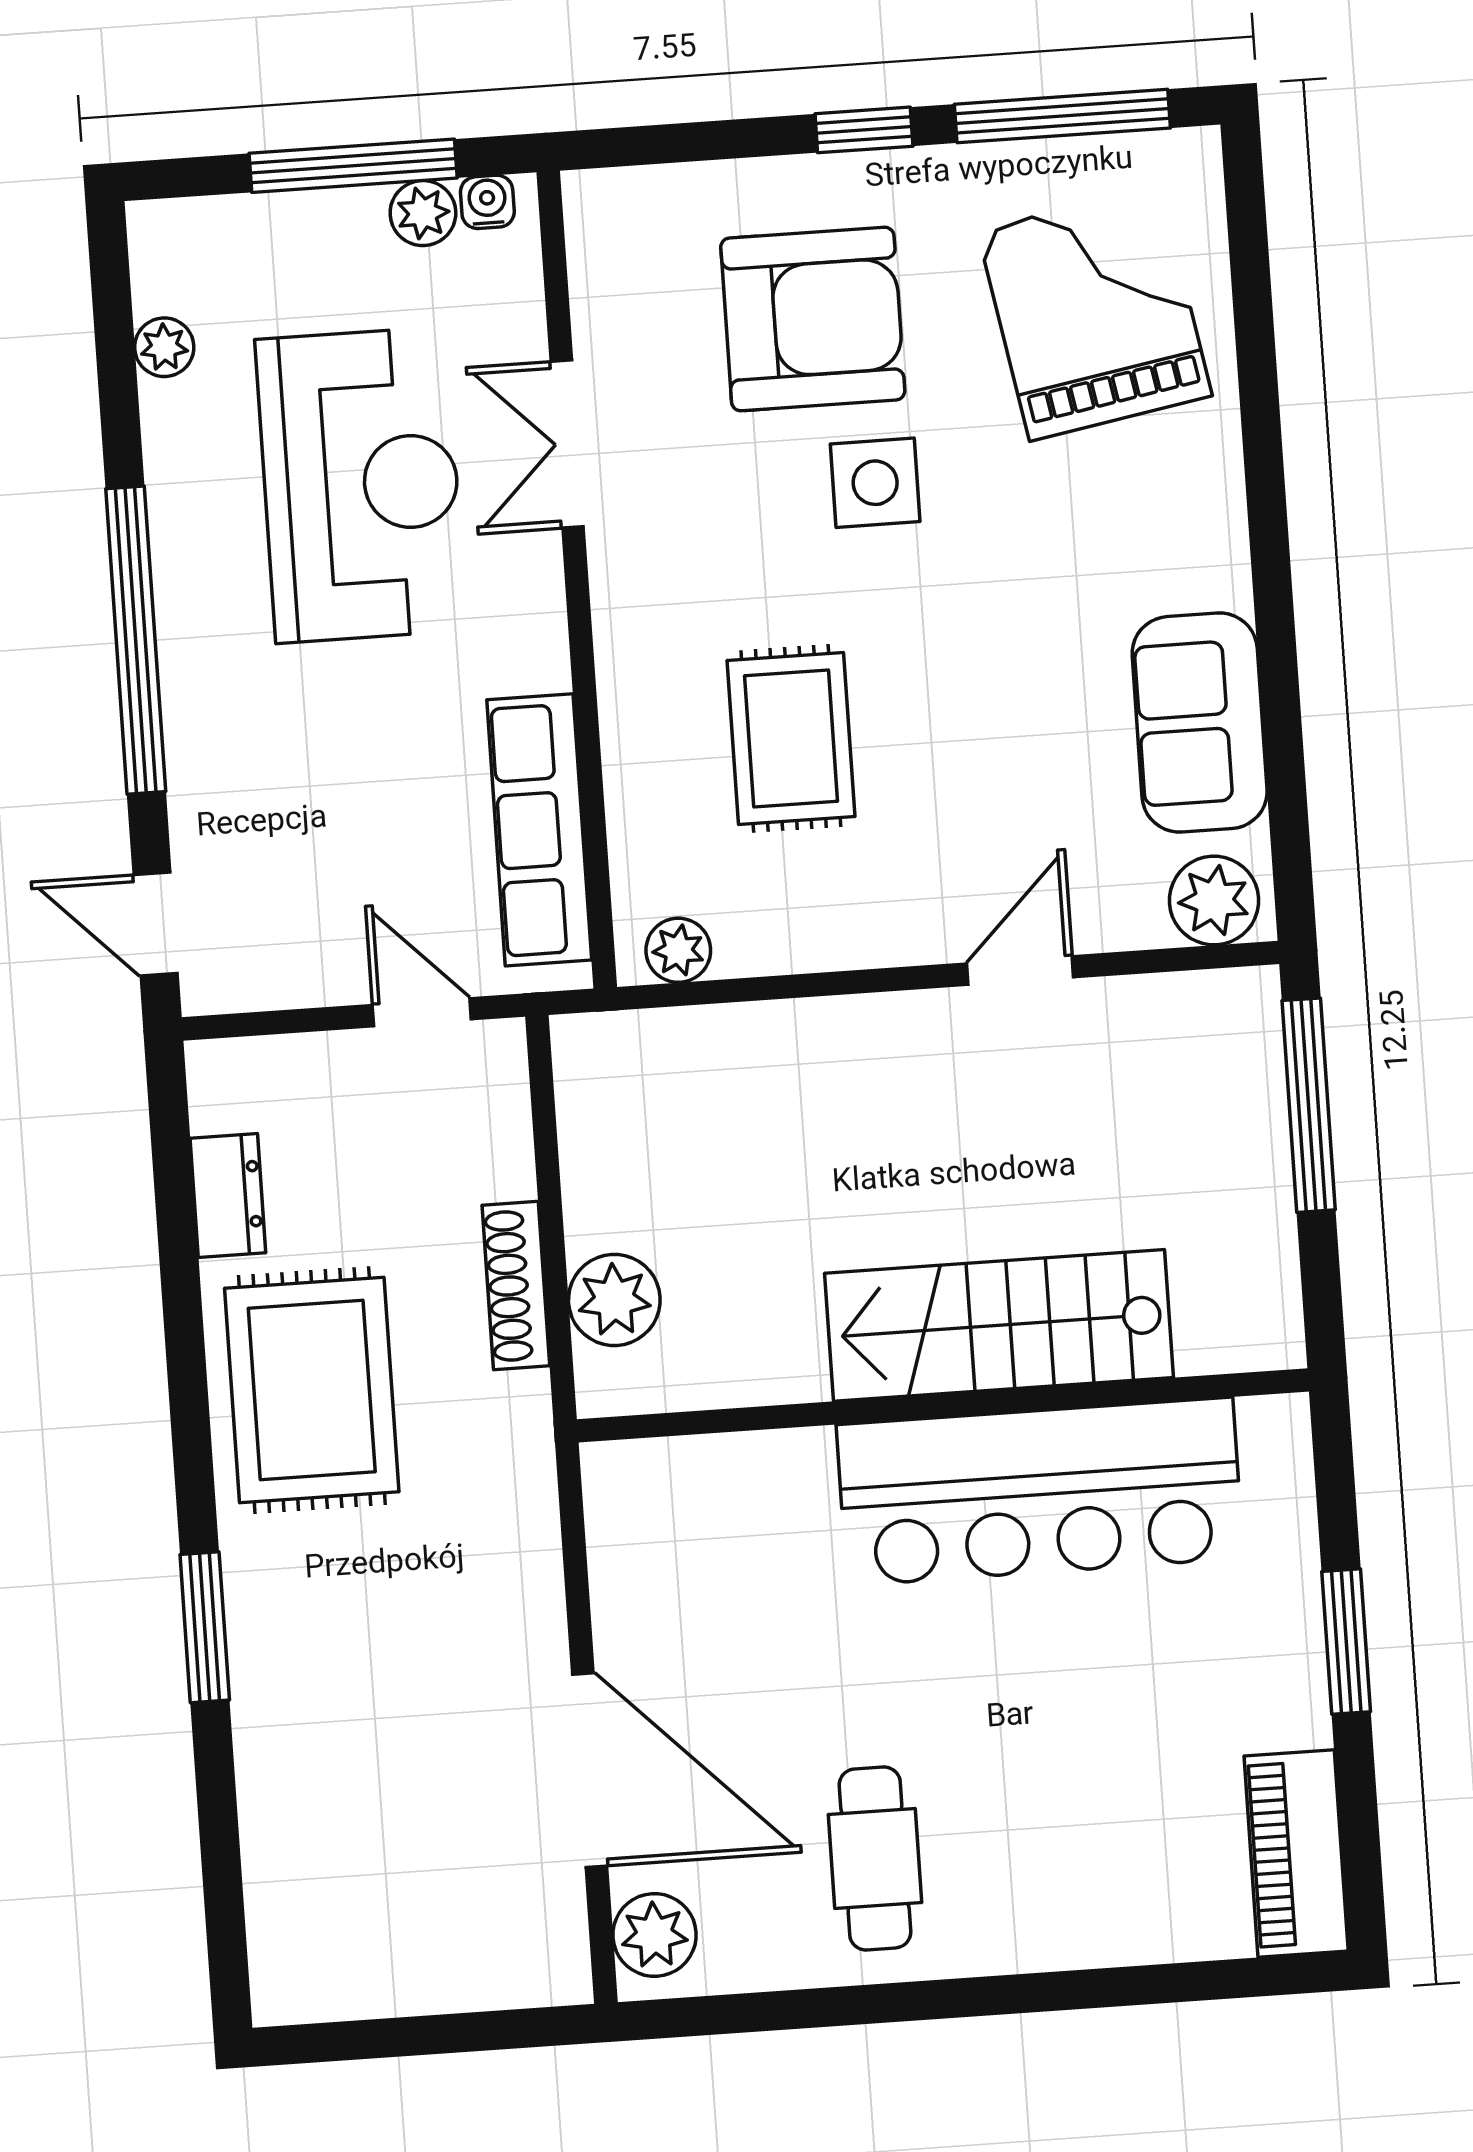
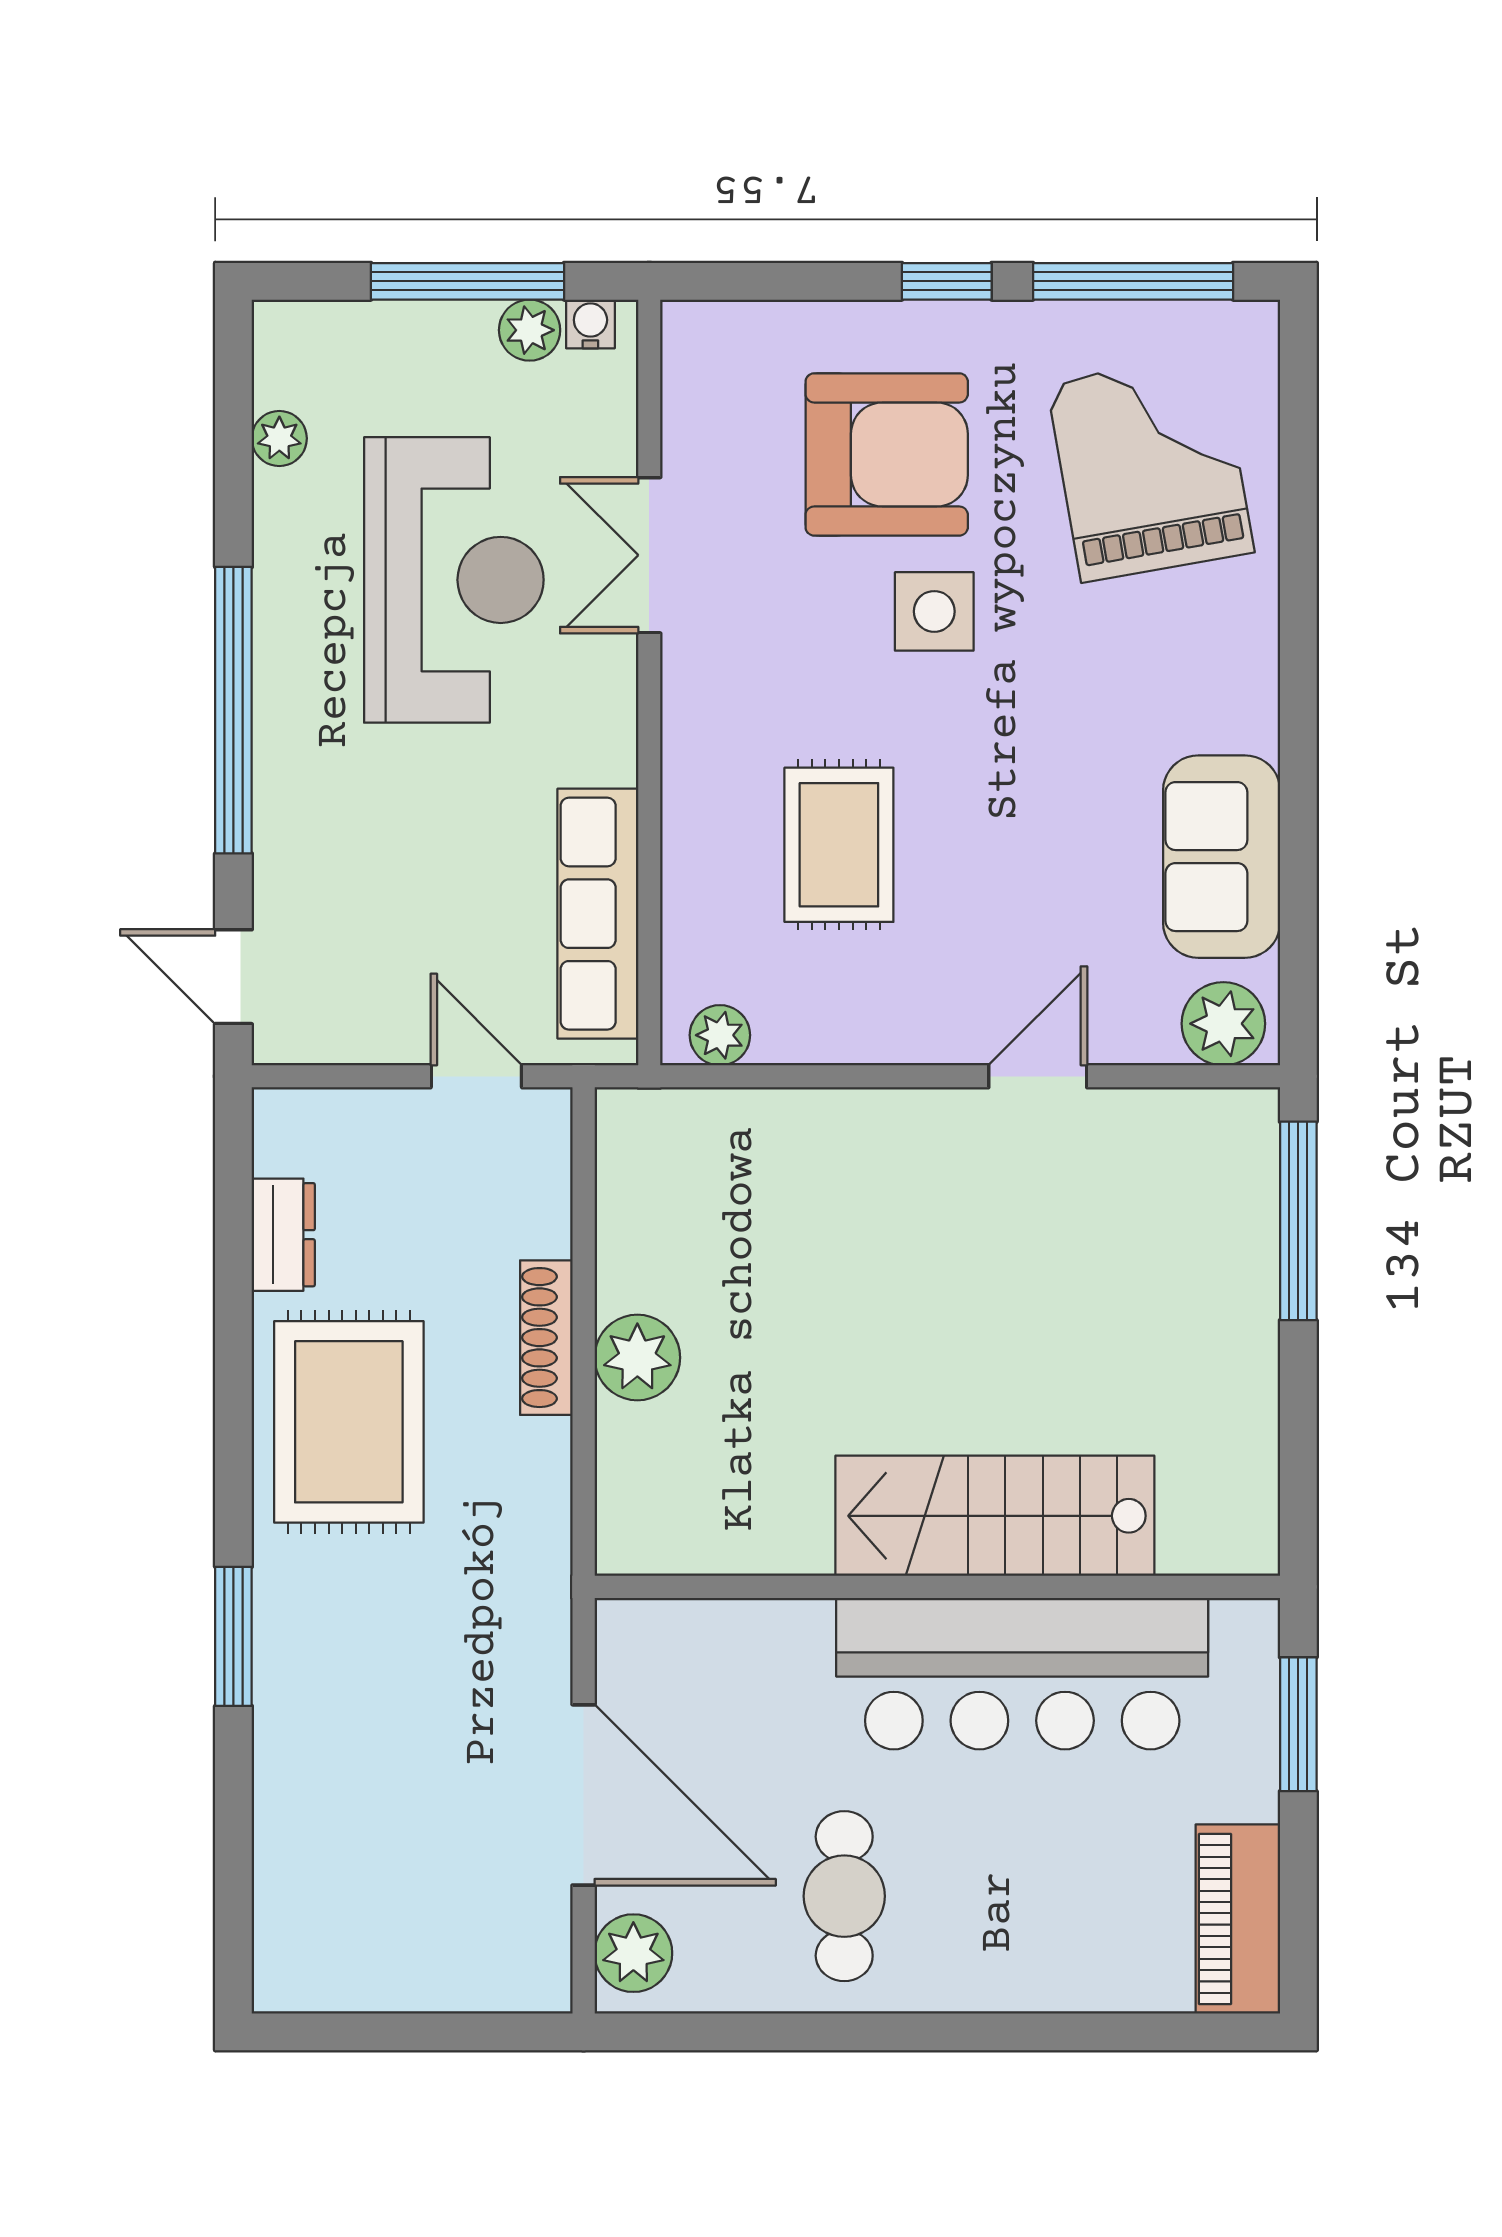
stairs: (999, 1325) -> (995, 1516), moved
wall: (943, 1405) -> (937, 1587), moved
bar counter: (1040, 1491) -> (1022, 1674), moved

